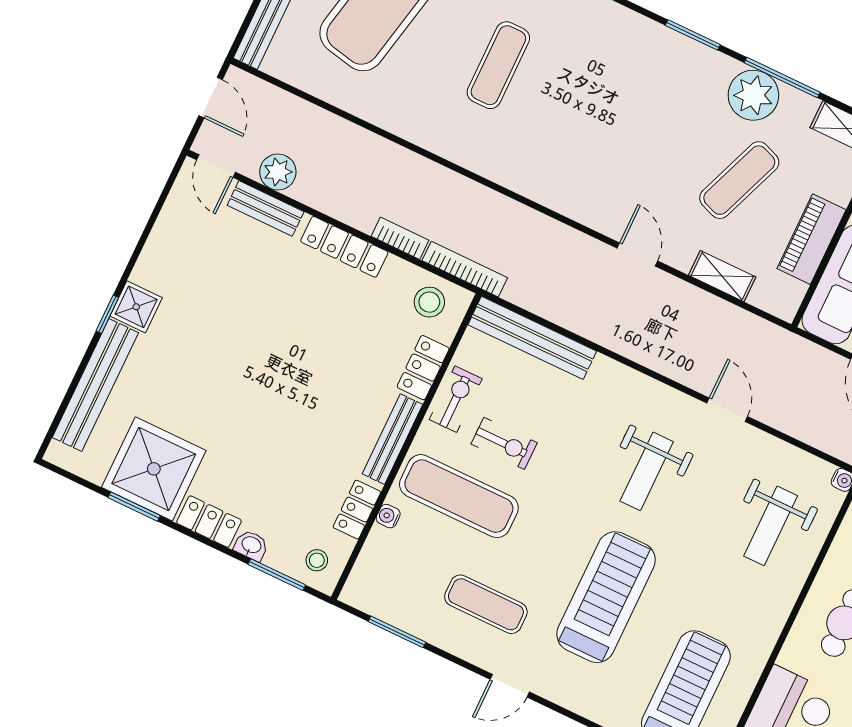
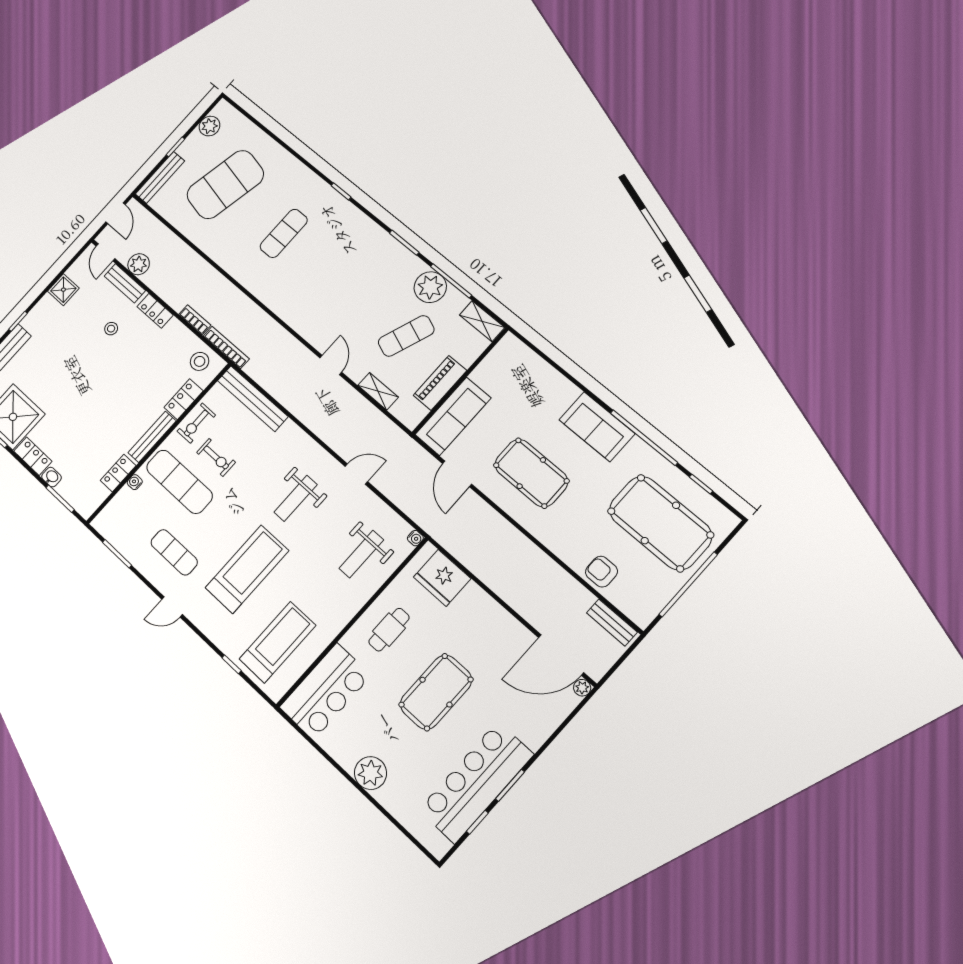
locker: (344, 247) -> (155, 311), width x0.66
shower: (136, 307) -> (63, 290), moved
exercise bike: (456, 399) -> (196, 423), turned 180
door: (727, 410) -> (356, 474), hinge flipped
stool: (317, 560) -> (111, 329), moved

